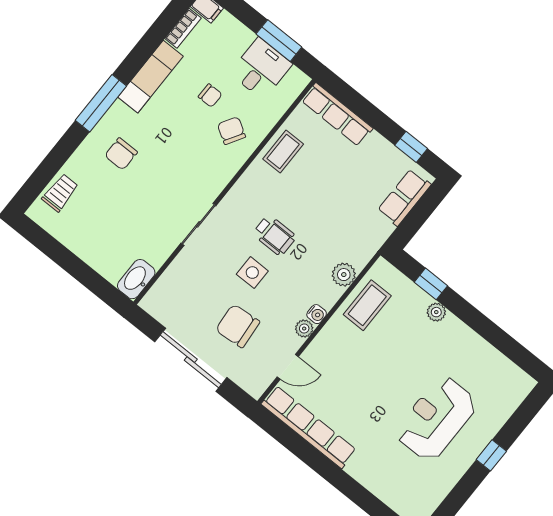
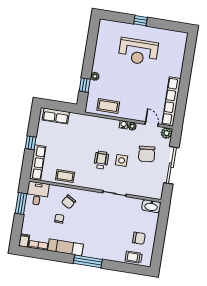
desk: (261, 69) -> (37, 194), moved, turned 90
window: (411, 147) -> (31, 143), moved
chair: (121, 154) -> (139, 238), moved
plant: (344, 275) -> (166, 133), moved

